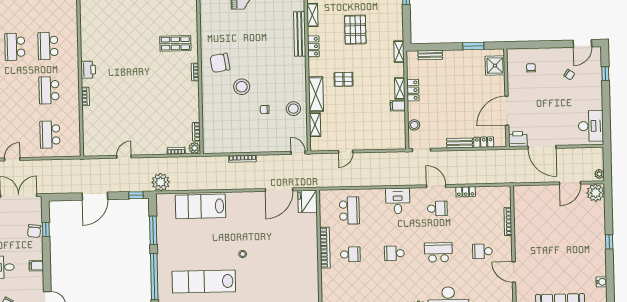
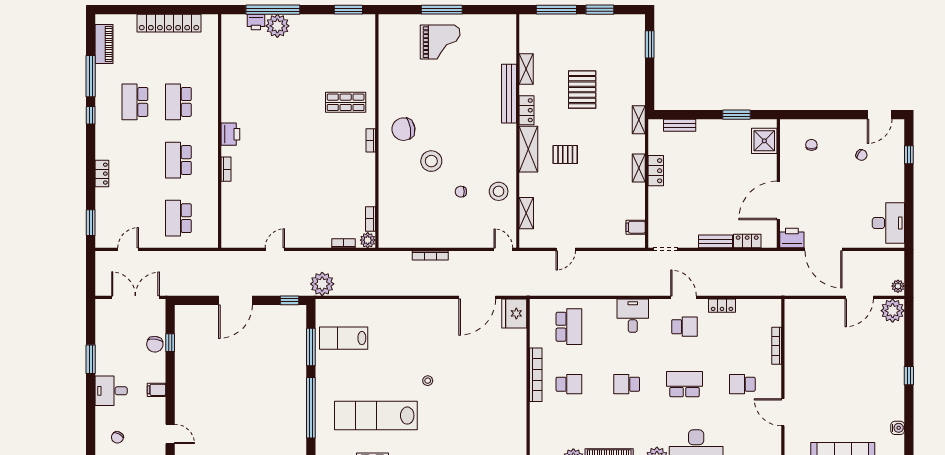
shelving: (316, 94) -> (528, 149), moved
filing cabinet: (398, 106) -> (636, 227), moved
stool: (414, 125) -> (657, 216), removed
lab bench: (201, 206) -> (344, 338), moved, width x0.73, depth x0.72

